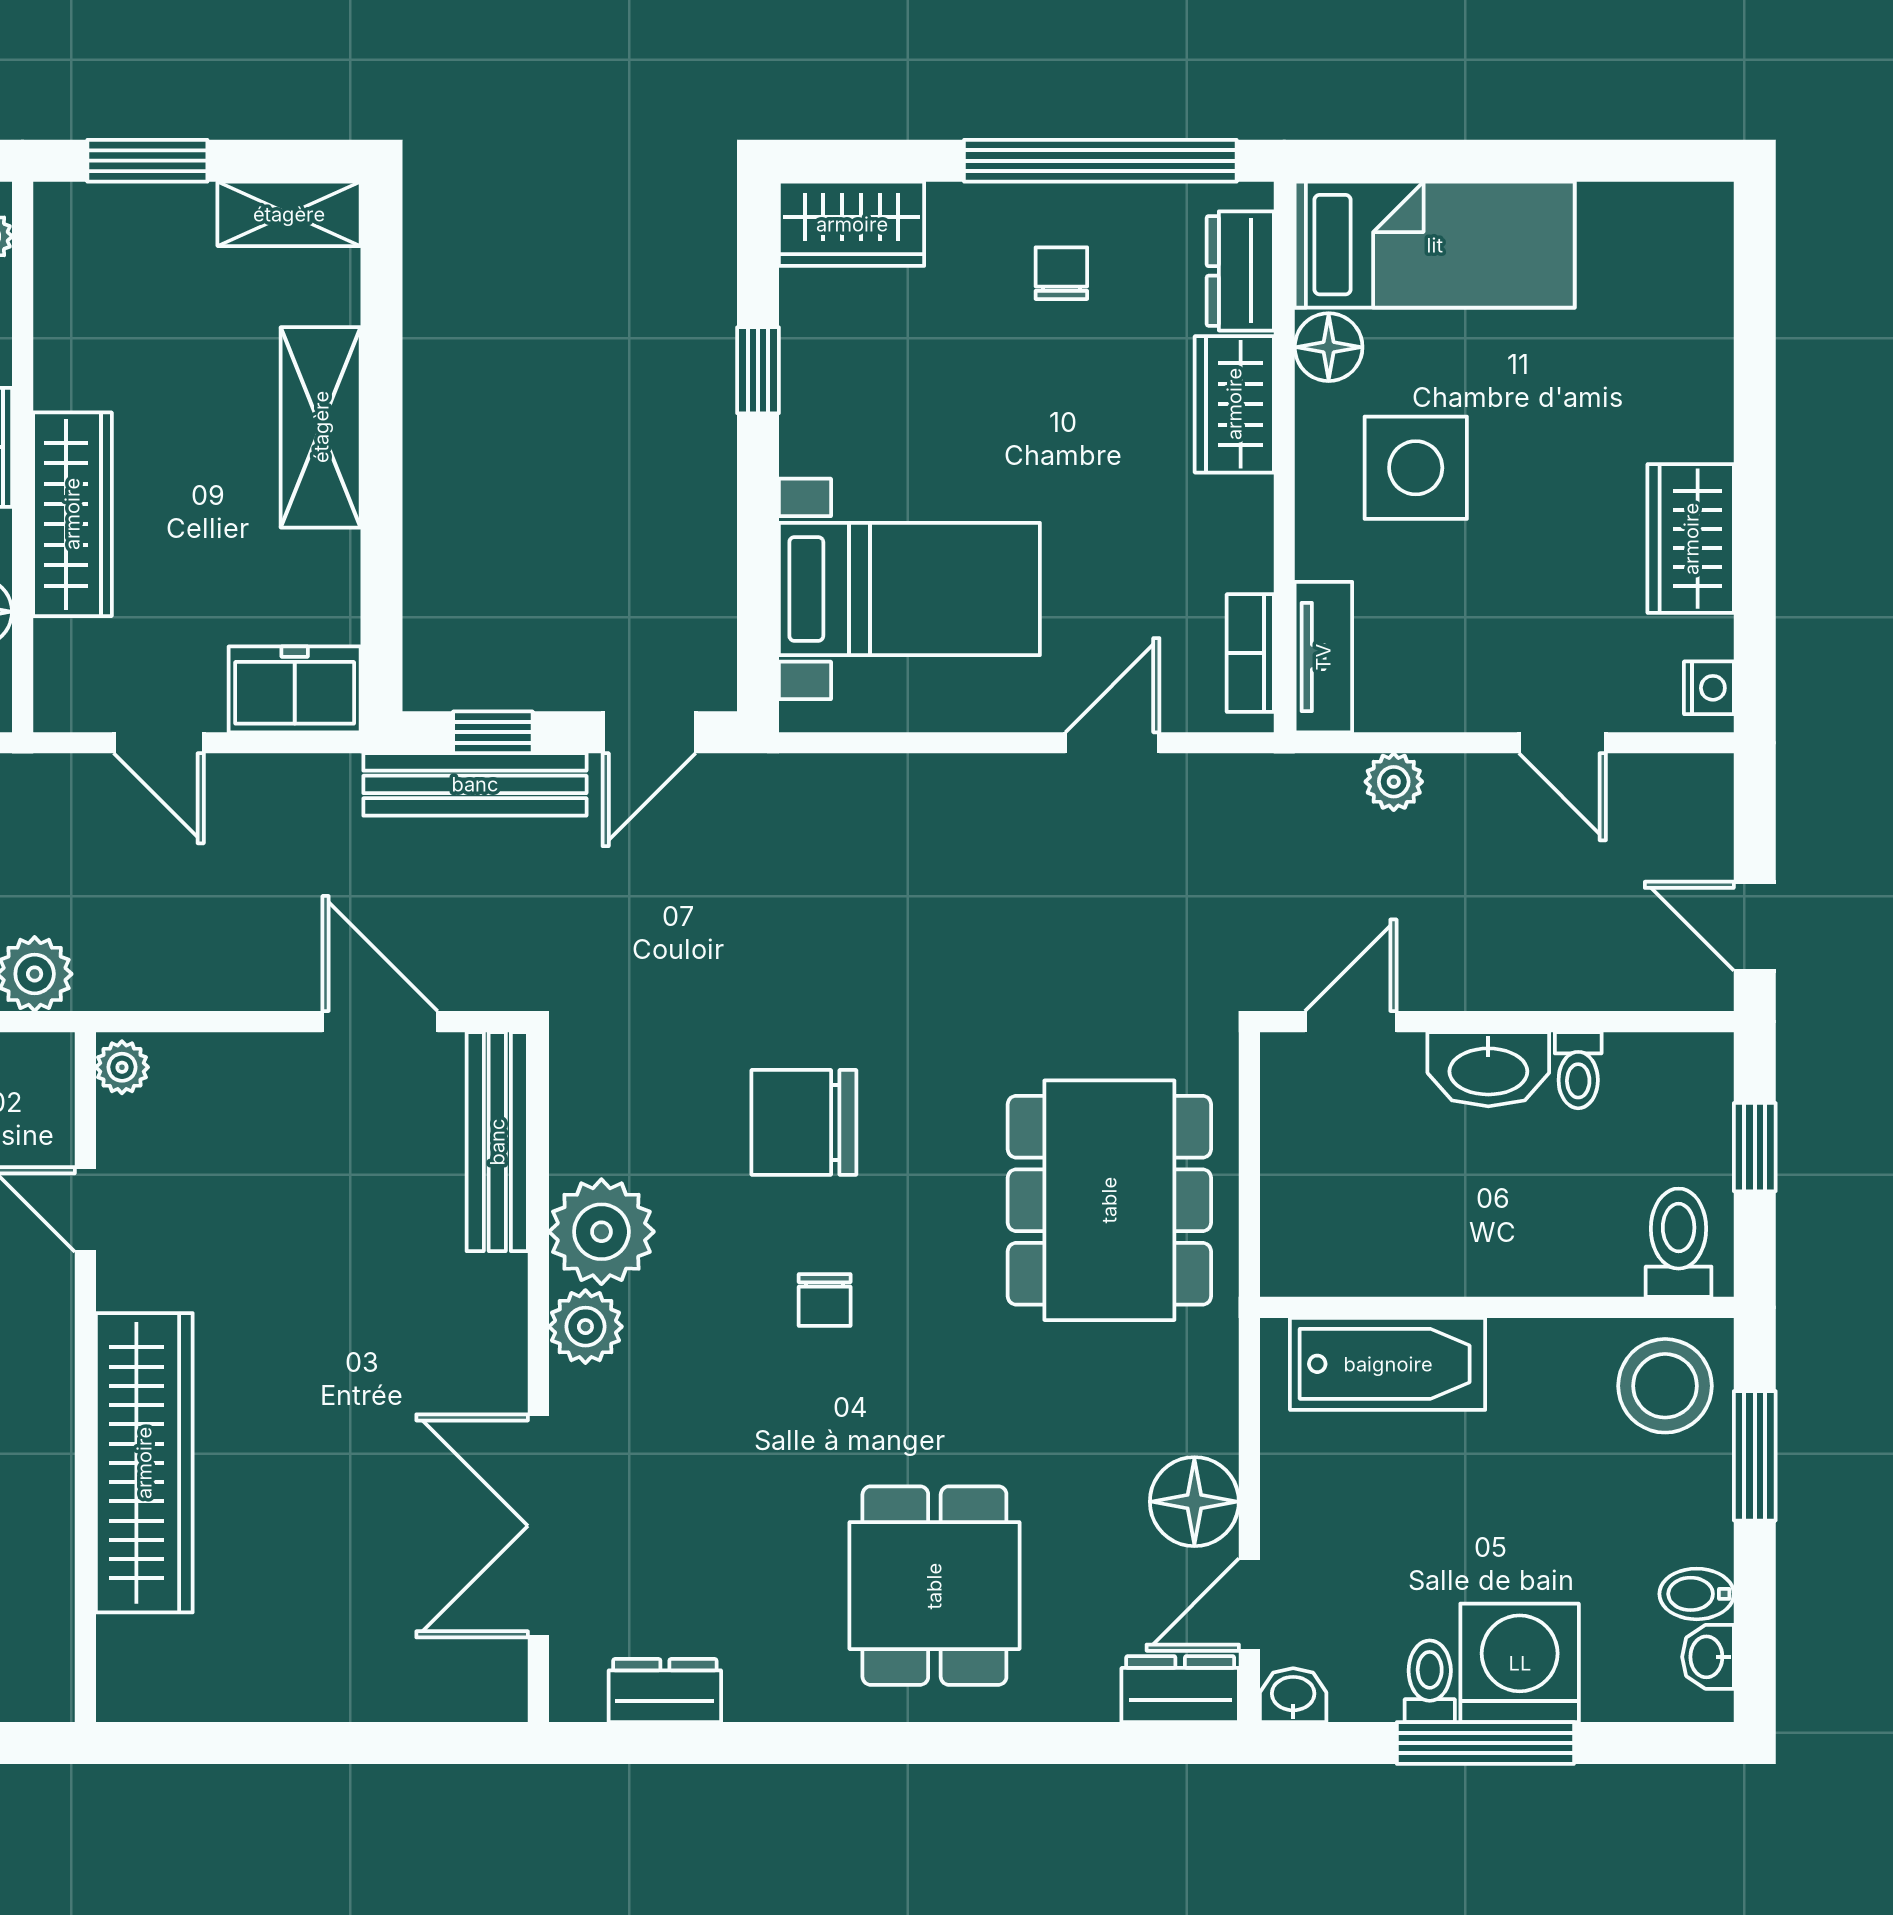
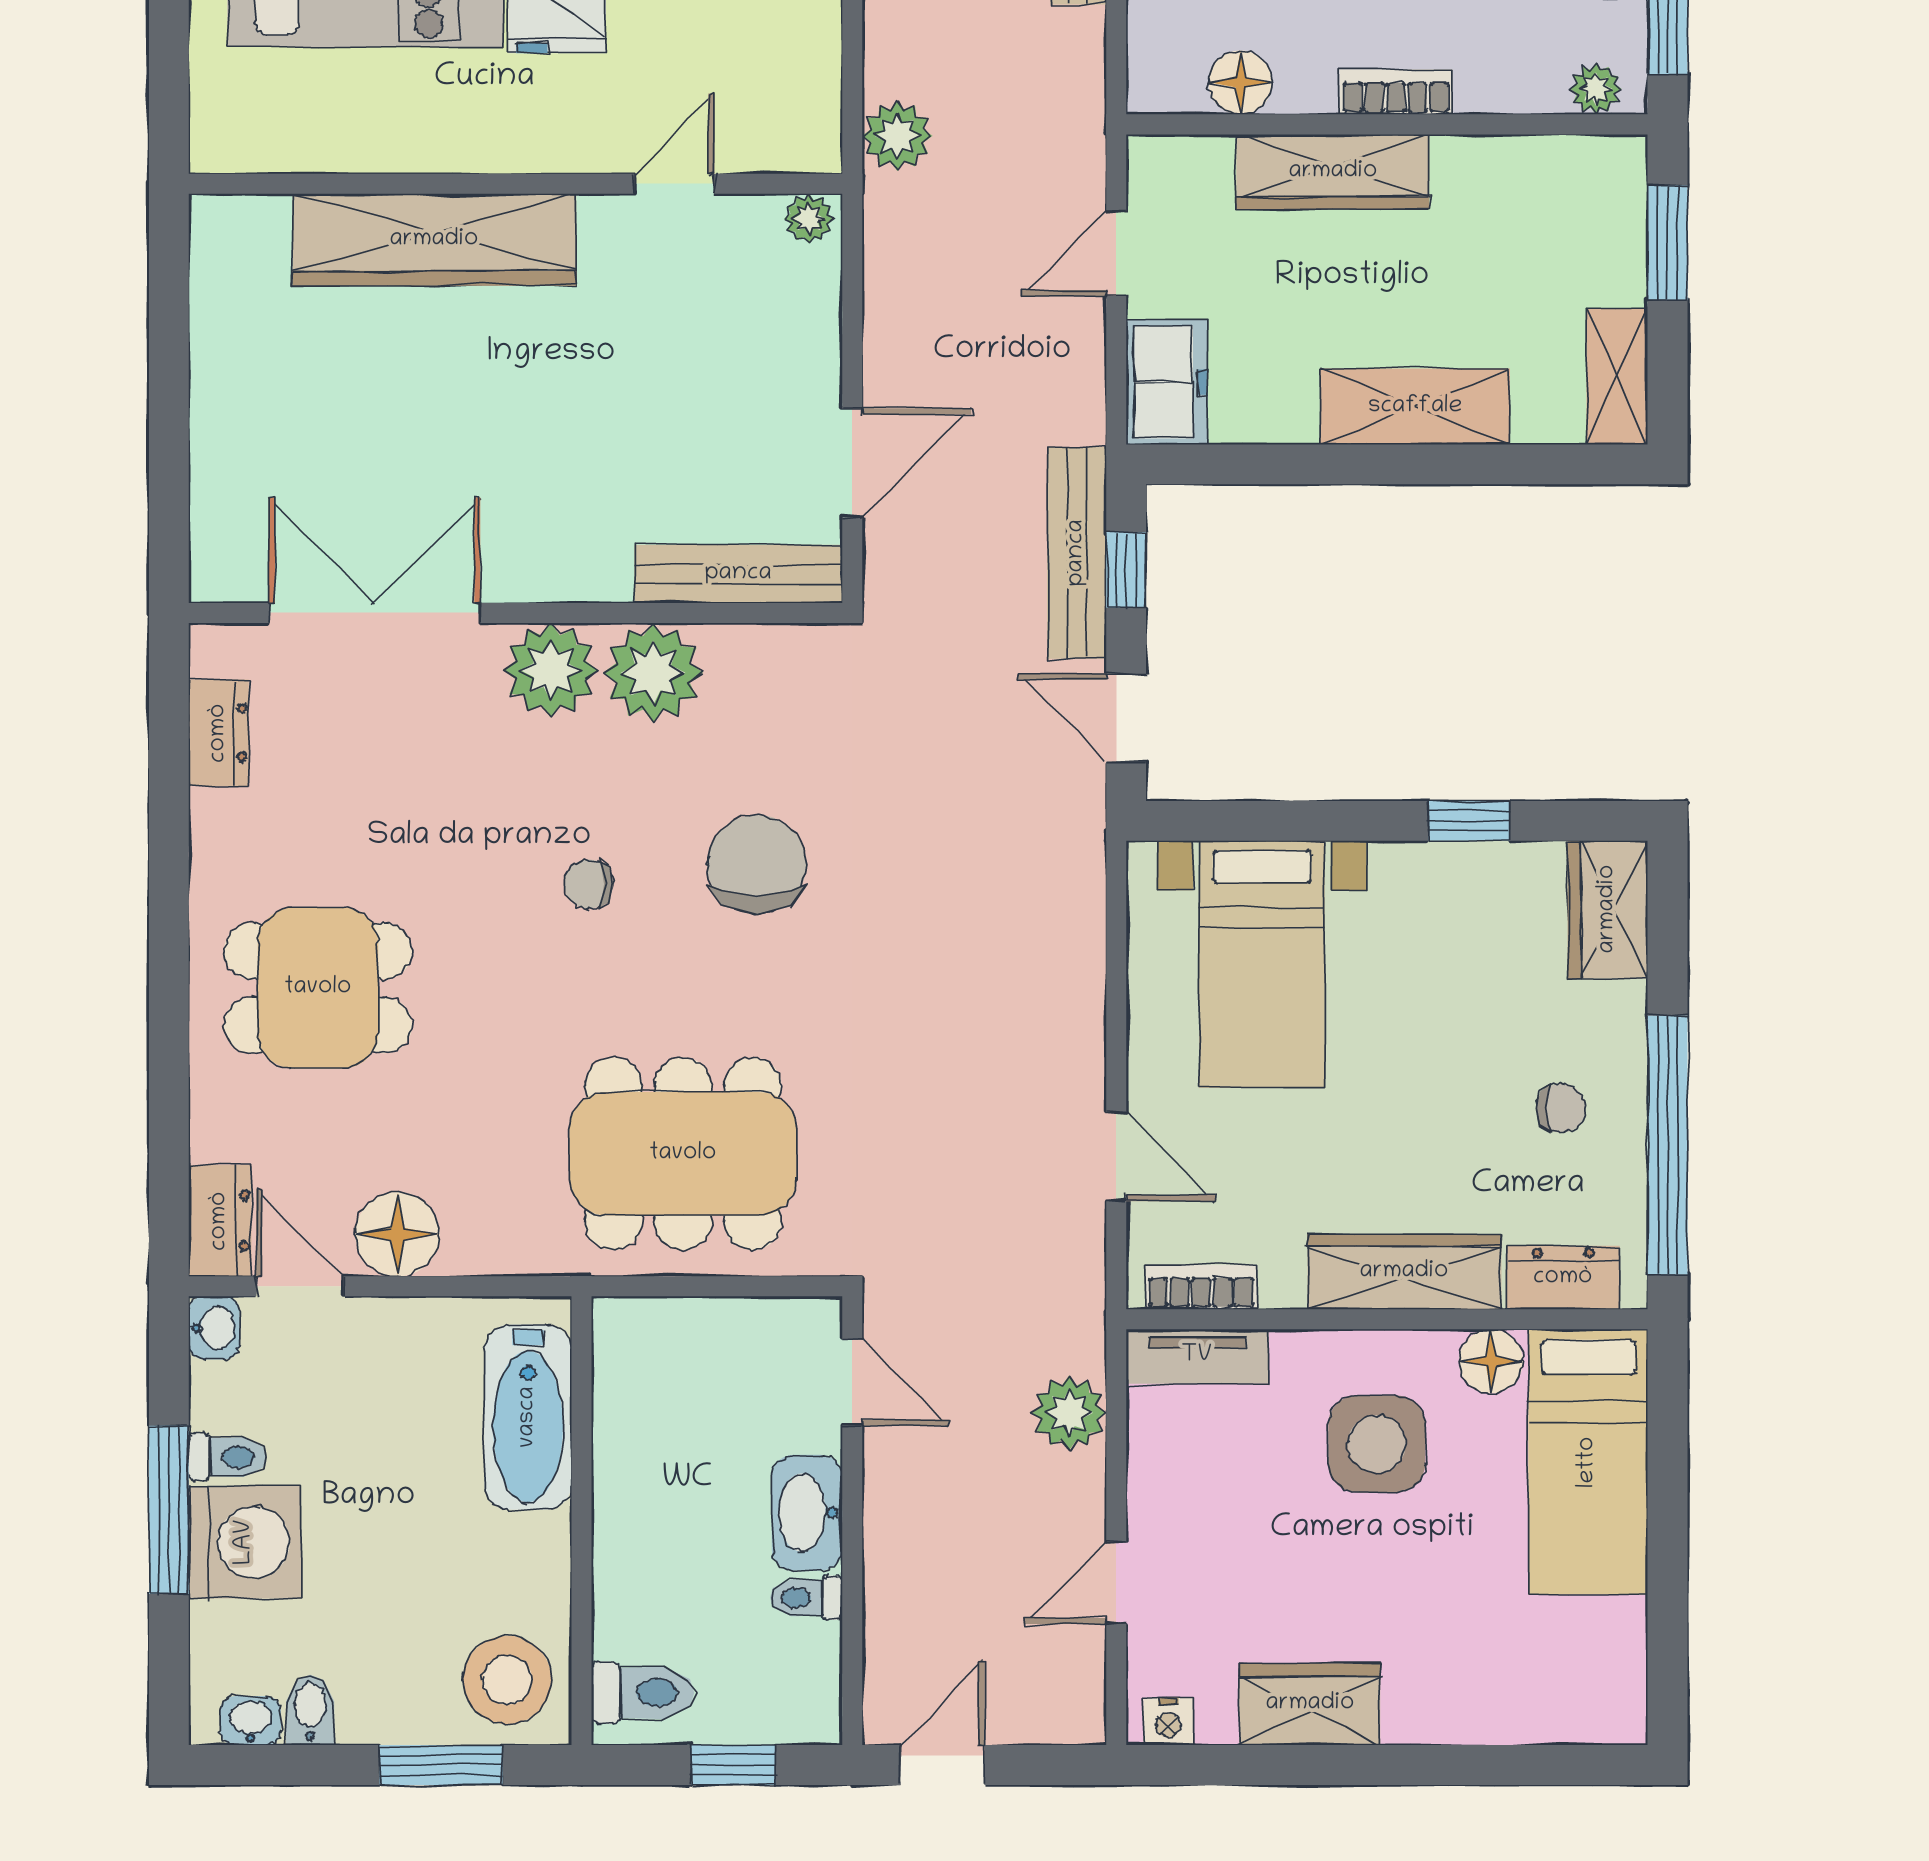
wardrobe: (1234, 404) -> (1404, 1272), width x1.50
plant: (1394, 782) -> (1069, 1413), width x1.38, depth x1.38
plant: (585, 1327) -> (551, 670), width x1.36, depth x1.36

